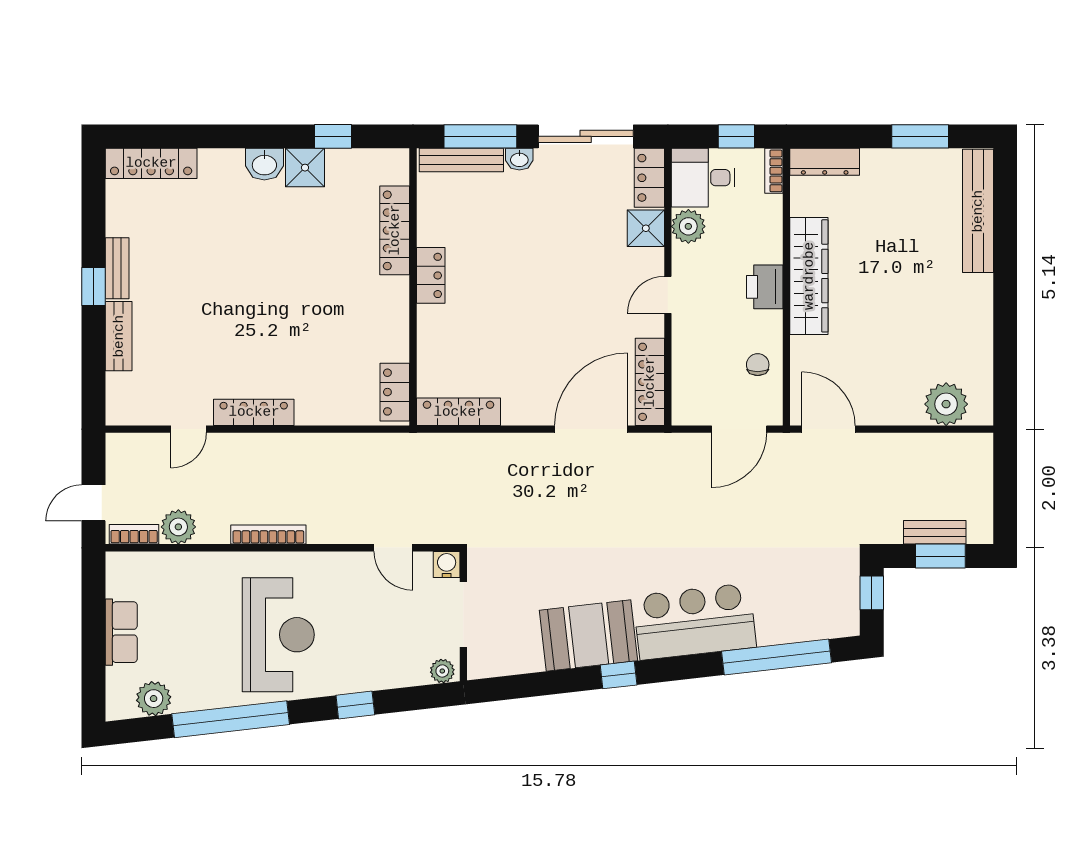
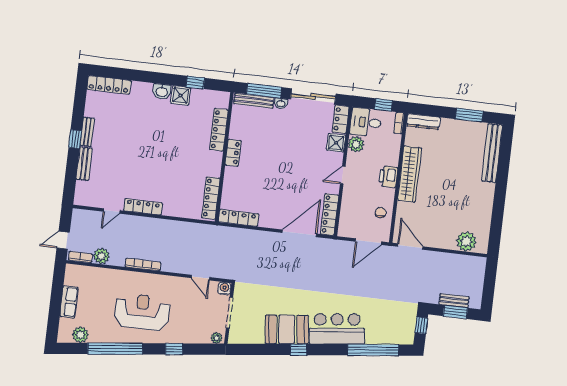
locker: (395, 392) -> (211, 198), width x1.53
reception desk: (278, 635) -> (142, 312), turned -90

